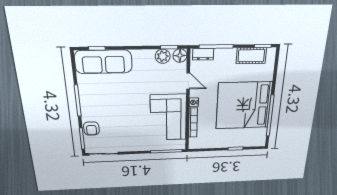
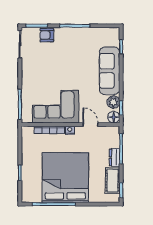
dresser: (203, 54) -> (115, 157), moved
sofa: (103, 62) -> (109, 71), moved
door: (188, 81) -> (90, 125), swing flipped

